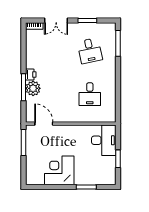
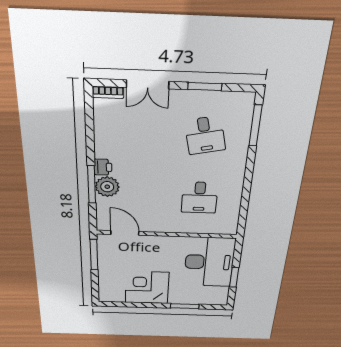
desk: (104, 140) -> (209, 262), width x1.36, depth x1.30

